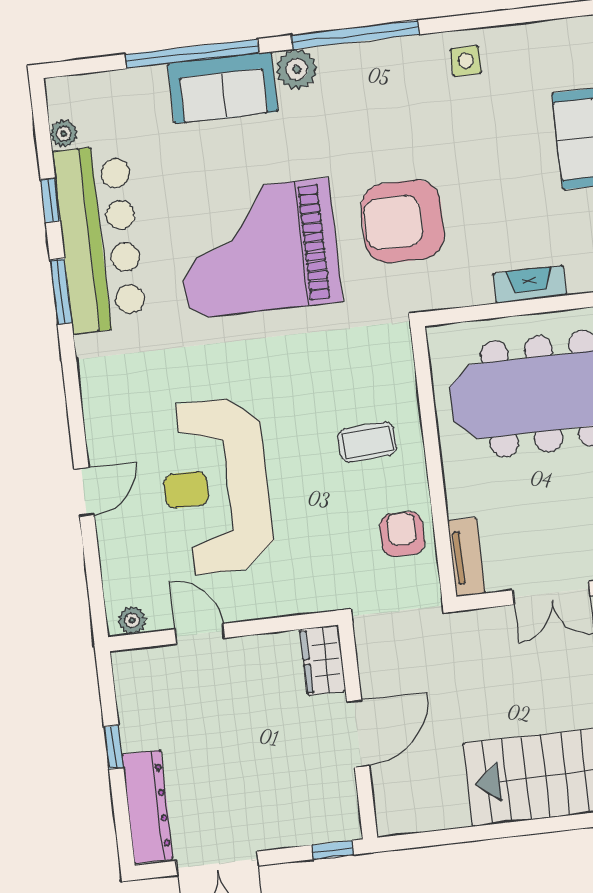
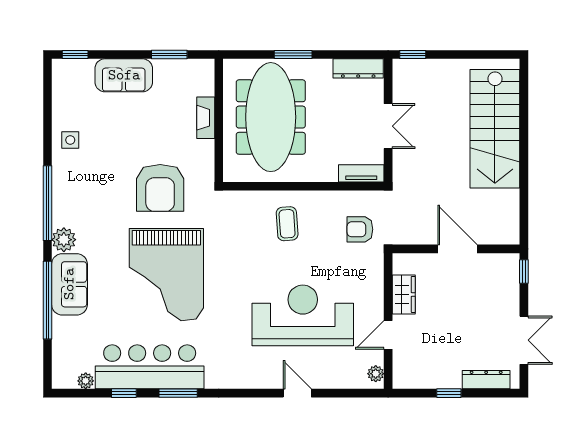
reception desk: (216, 486) -> (303, 315), turned 180
armchair: (402, 534) -> (360, 229), moved
wardrobe: (323, 660) -> (404, 294), moved, turned -90
dresser: (147, 807) -> (486, 380), width x0.73, depth x0.80

